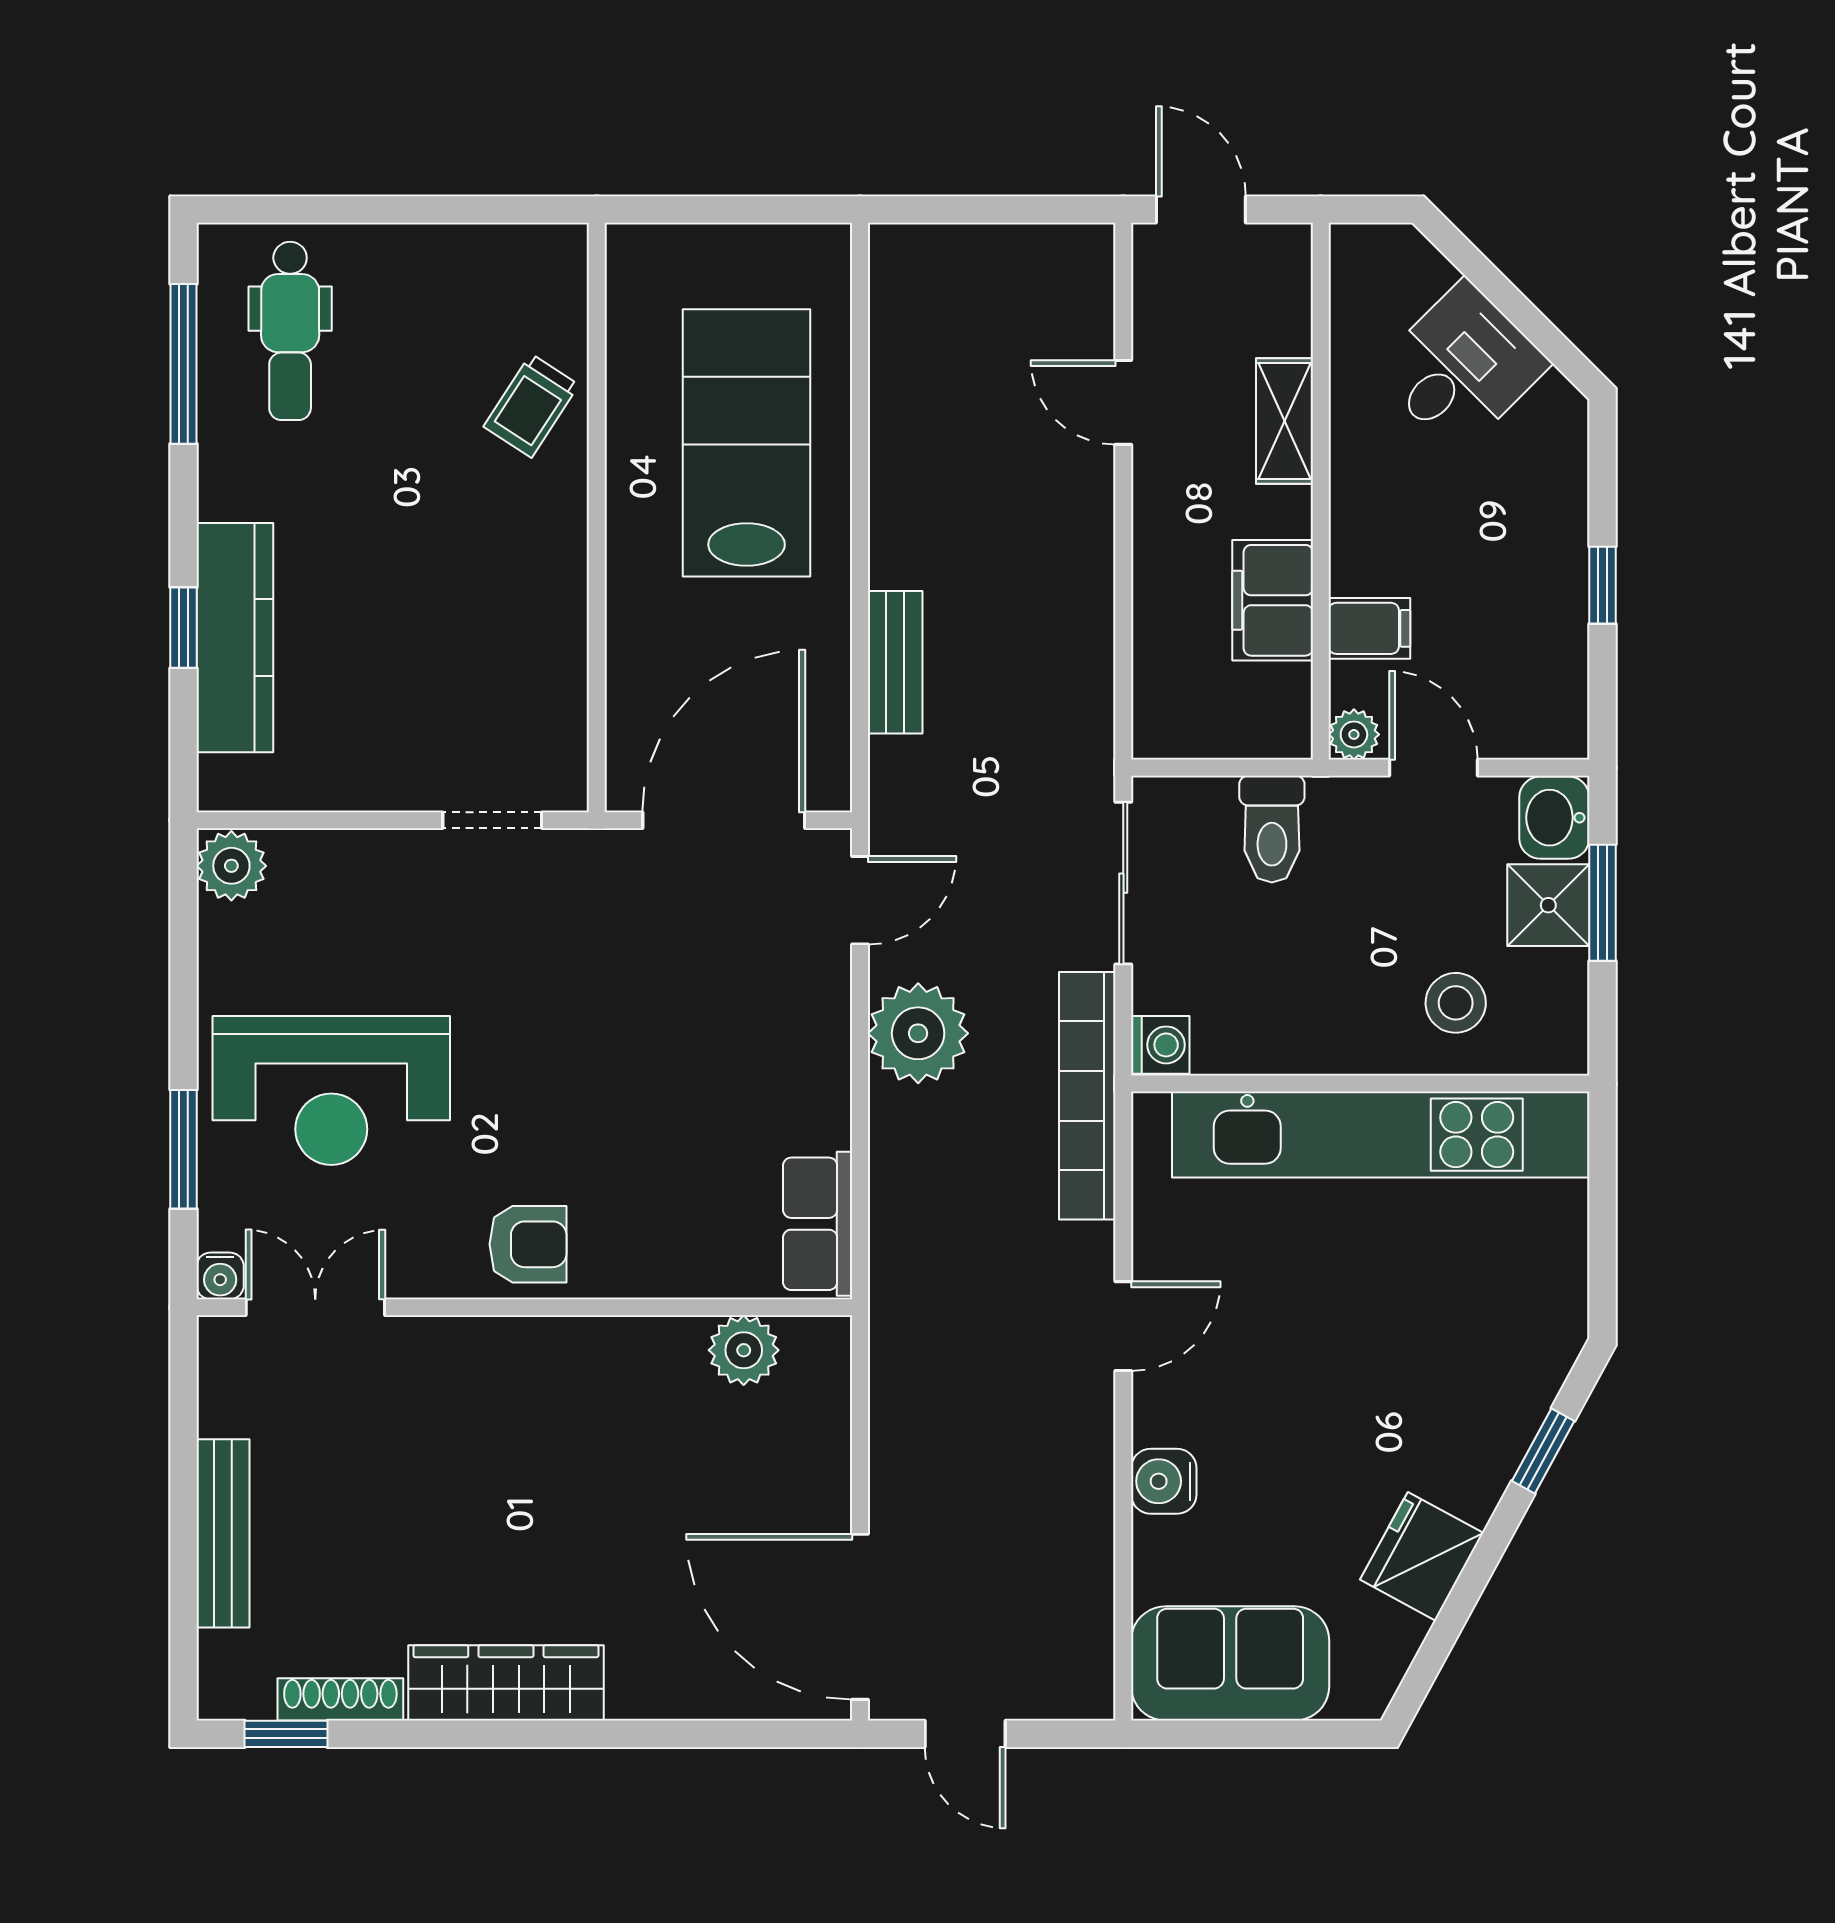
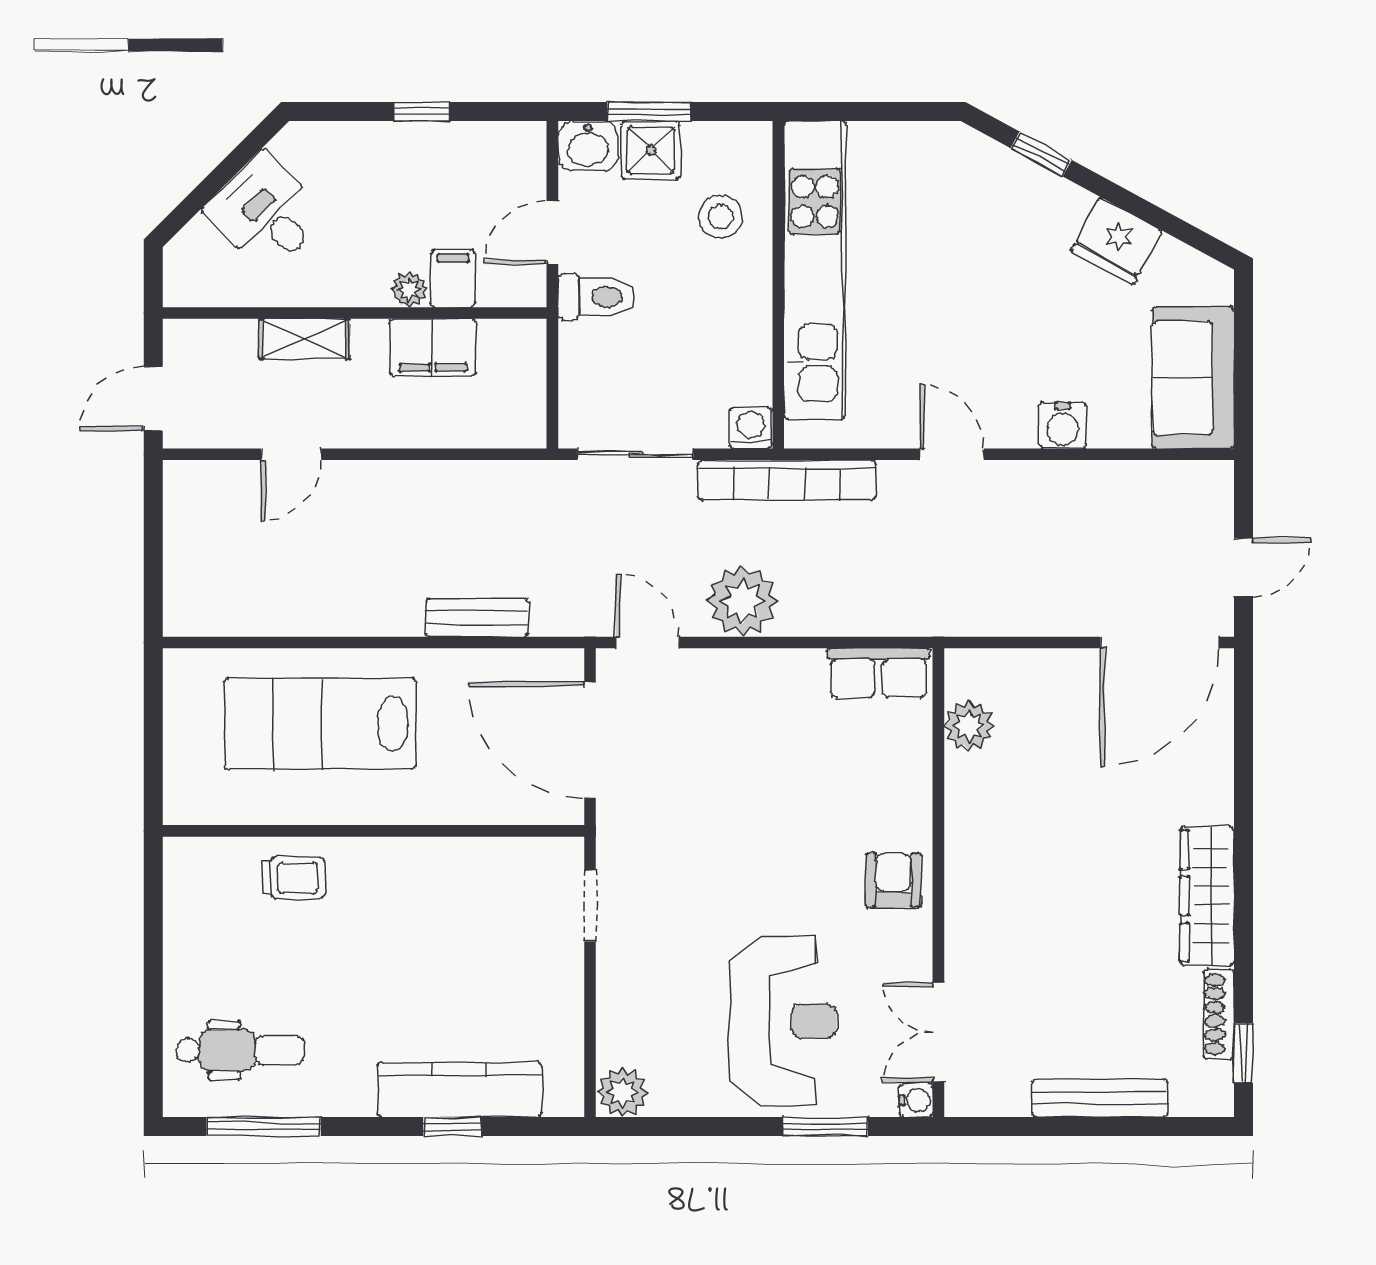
trolley: (531, 406) -> (293, 878), turned -33
plant: (1354, 734) -> (409, 289), moved
toilet: (1272, 829) -> (596, 297), moved

